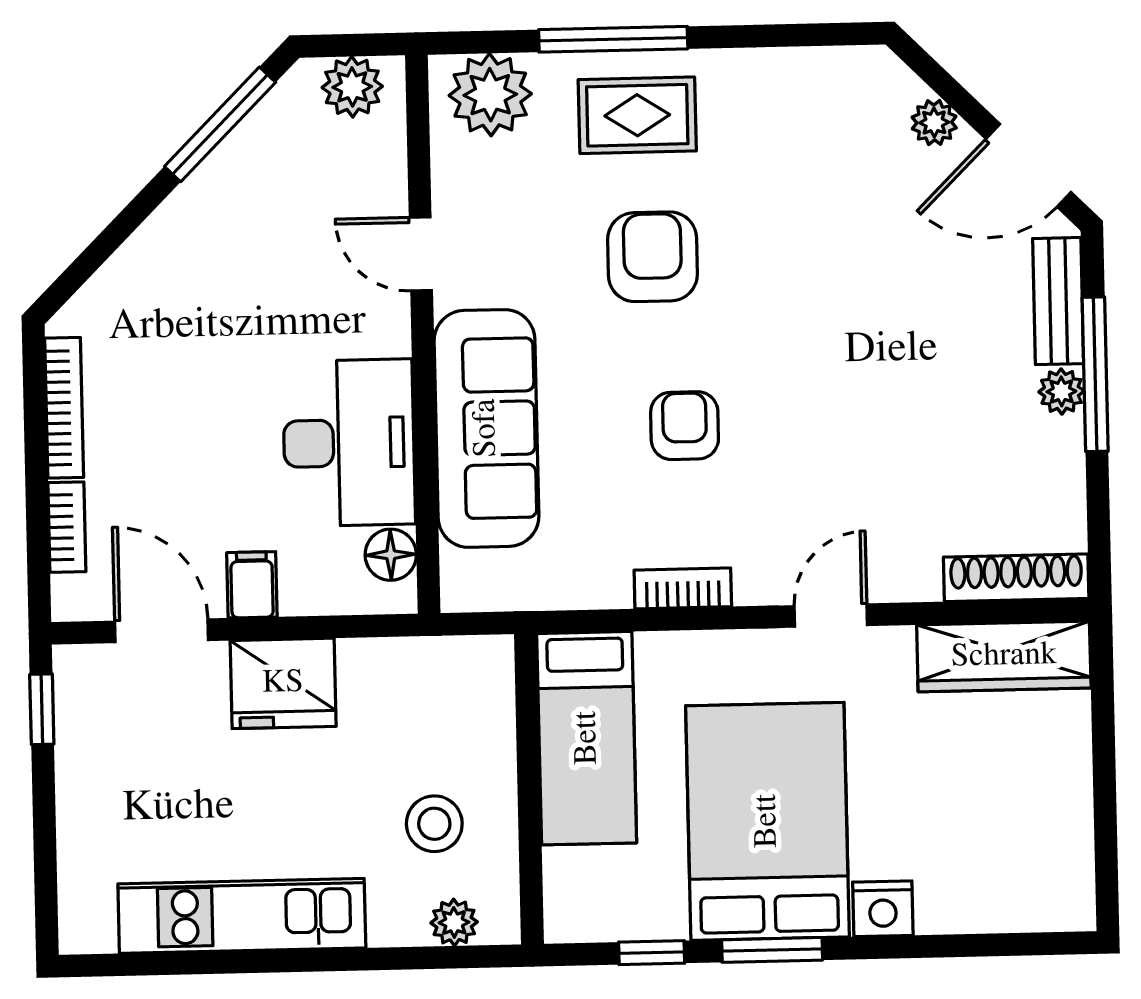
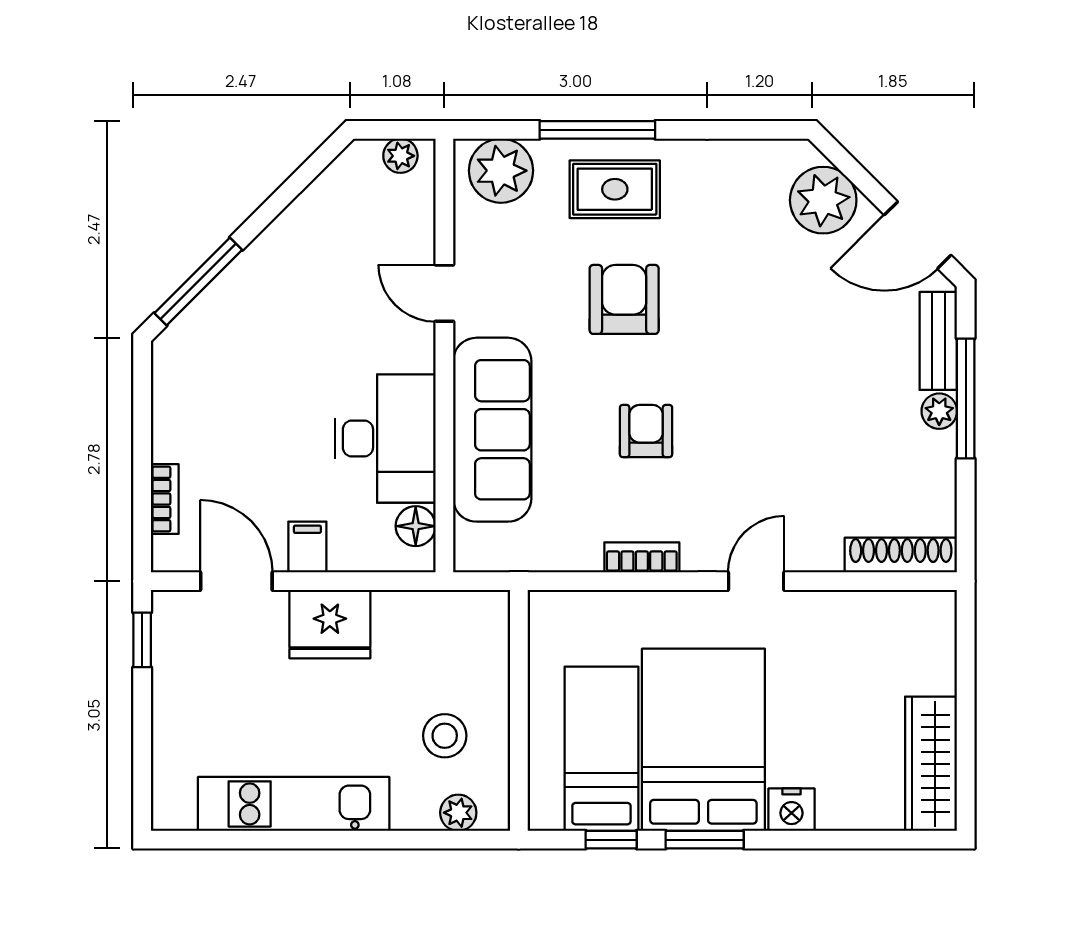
plant: (352, 87) -> (400, 156), width x0.73, depth x0.73
plant: (934, 123) -> (823, 200), width x1.88, depth x1.88
window: (220, 124) -> (198, 281), moved
bookcase: (64, 408) -> (165, 406), removed
wardrobe: (1004, 656) -> (931, 764), moved, turned 90
bed: (587, 738) -> (601, 749), moved, turned 180

